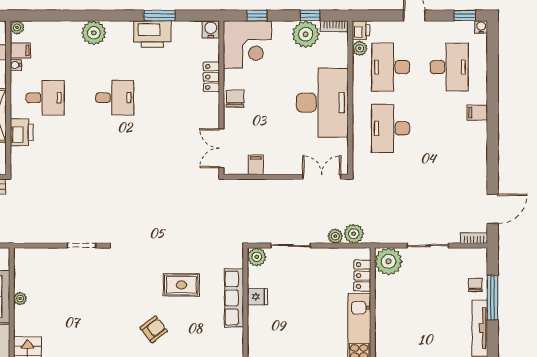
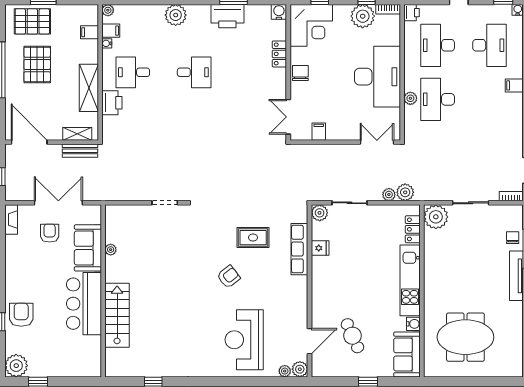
plant: (360, 48) -> (410, 98), moved
desk: (45, 98) -> (133, 72), turned 180

